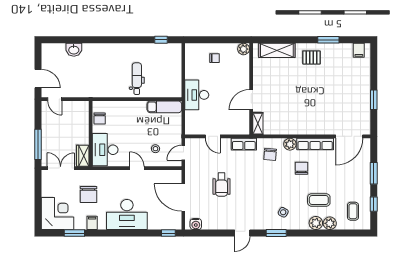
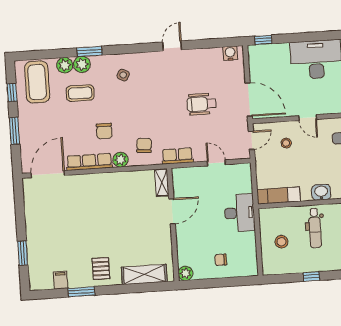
window: (161, 40) -> (311, 276), moved
filing cabinet: (359, 50) -> (61, 280), moved
pallet: (312, 57) -> (101, 269), turned 90
stool: (165, 69) -> (281, 242), added
window: (374, 100) -> (23, 253), moved
washbasin: (130, 107) -> (321, 192), added
wheelchair: (222, 185) -> (202, 104), turned -90
door: (183, 198) -> (249, 100), moved
coffee table: (353, 211) -> (37, 82), width x1.86, depth x1.72
window: (276, 233) -> (90, 51), moved

